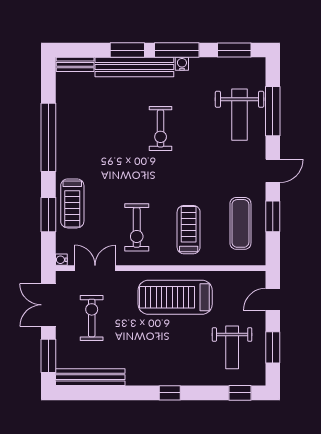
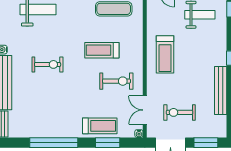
treadmill: (189, 230) -> (102, 50), moved
treadmill: (175, 297) -> (165, 54), width x0.73, depth x0.73
bench: (90, 377) -> (221, 90), moved

